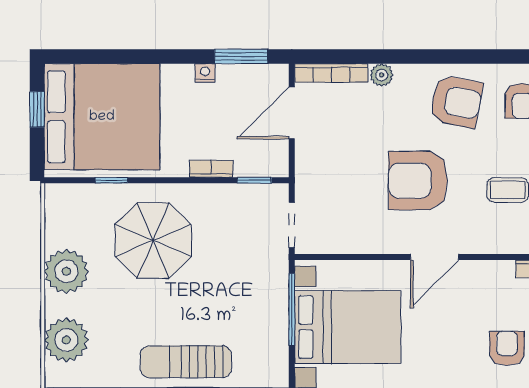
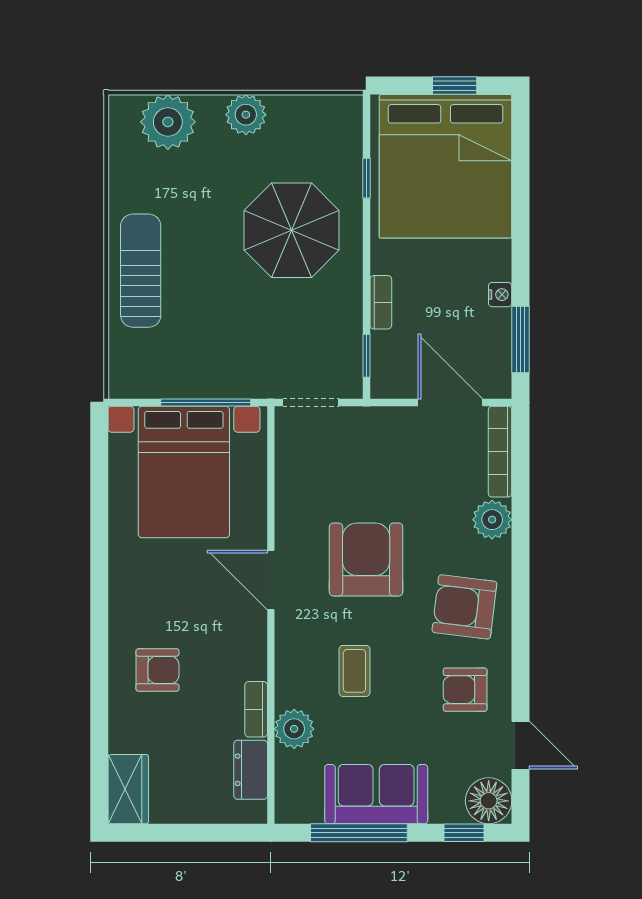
plant: (382, 75) -> (492, 520), width x1.38, depth x1.38
armchair: (456, 101) -> (464, 607), turned 86
plant: (66, 271) -> (246, 115), width x0.73, depth x0.73

